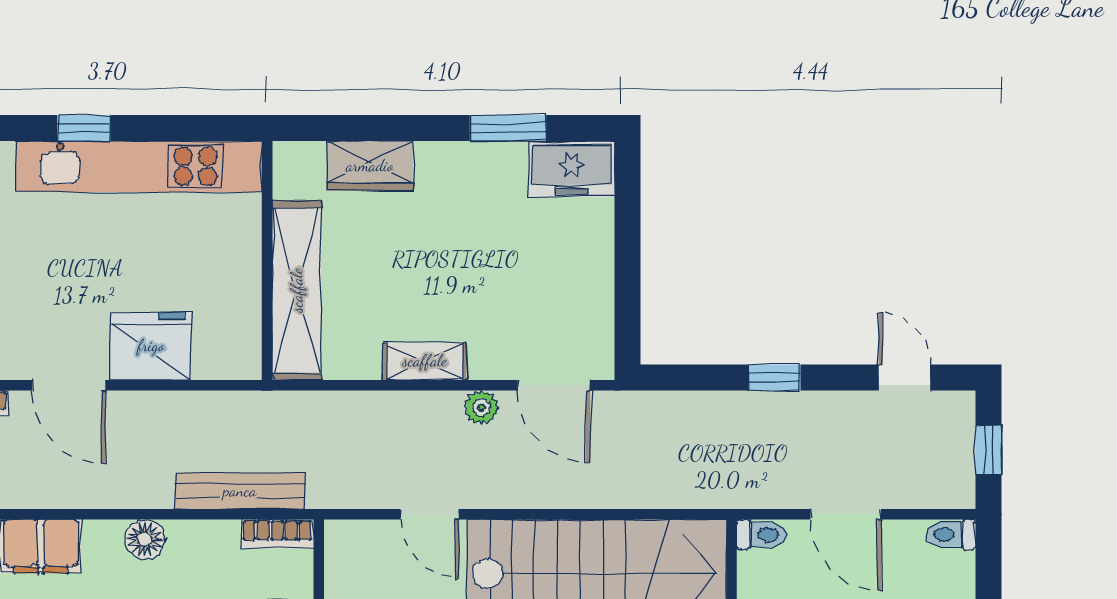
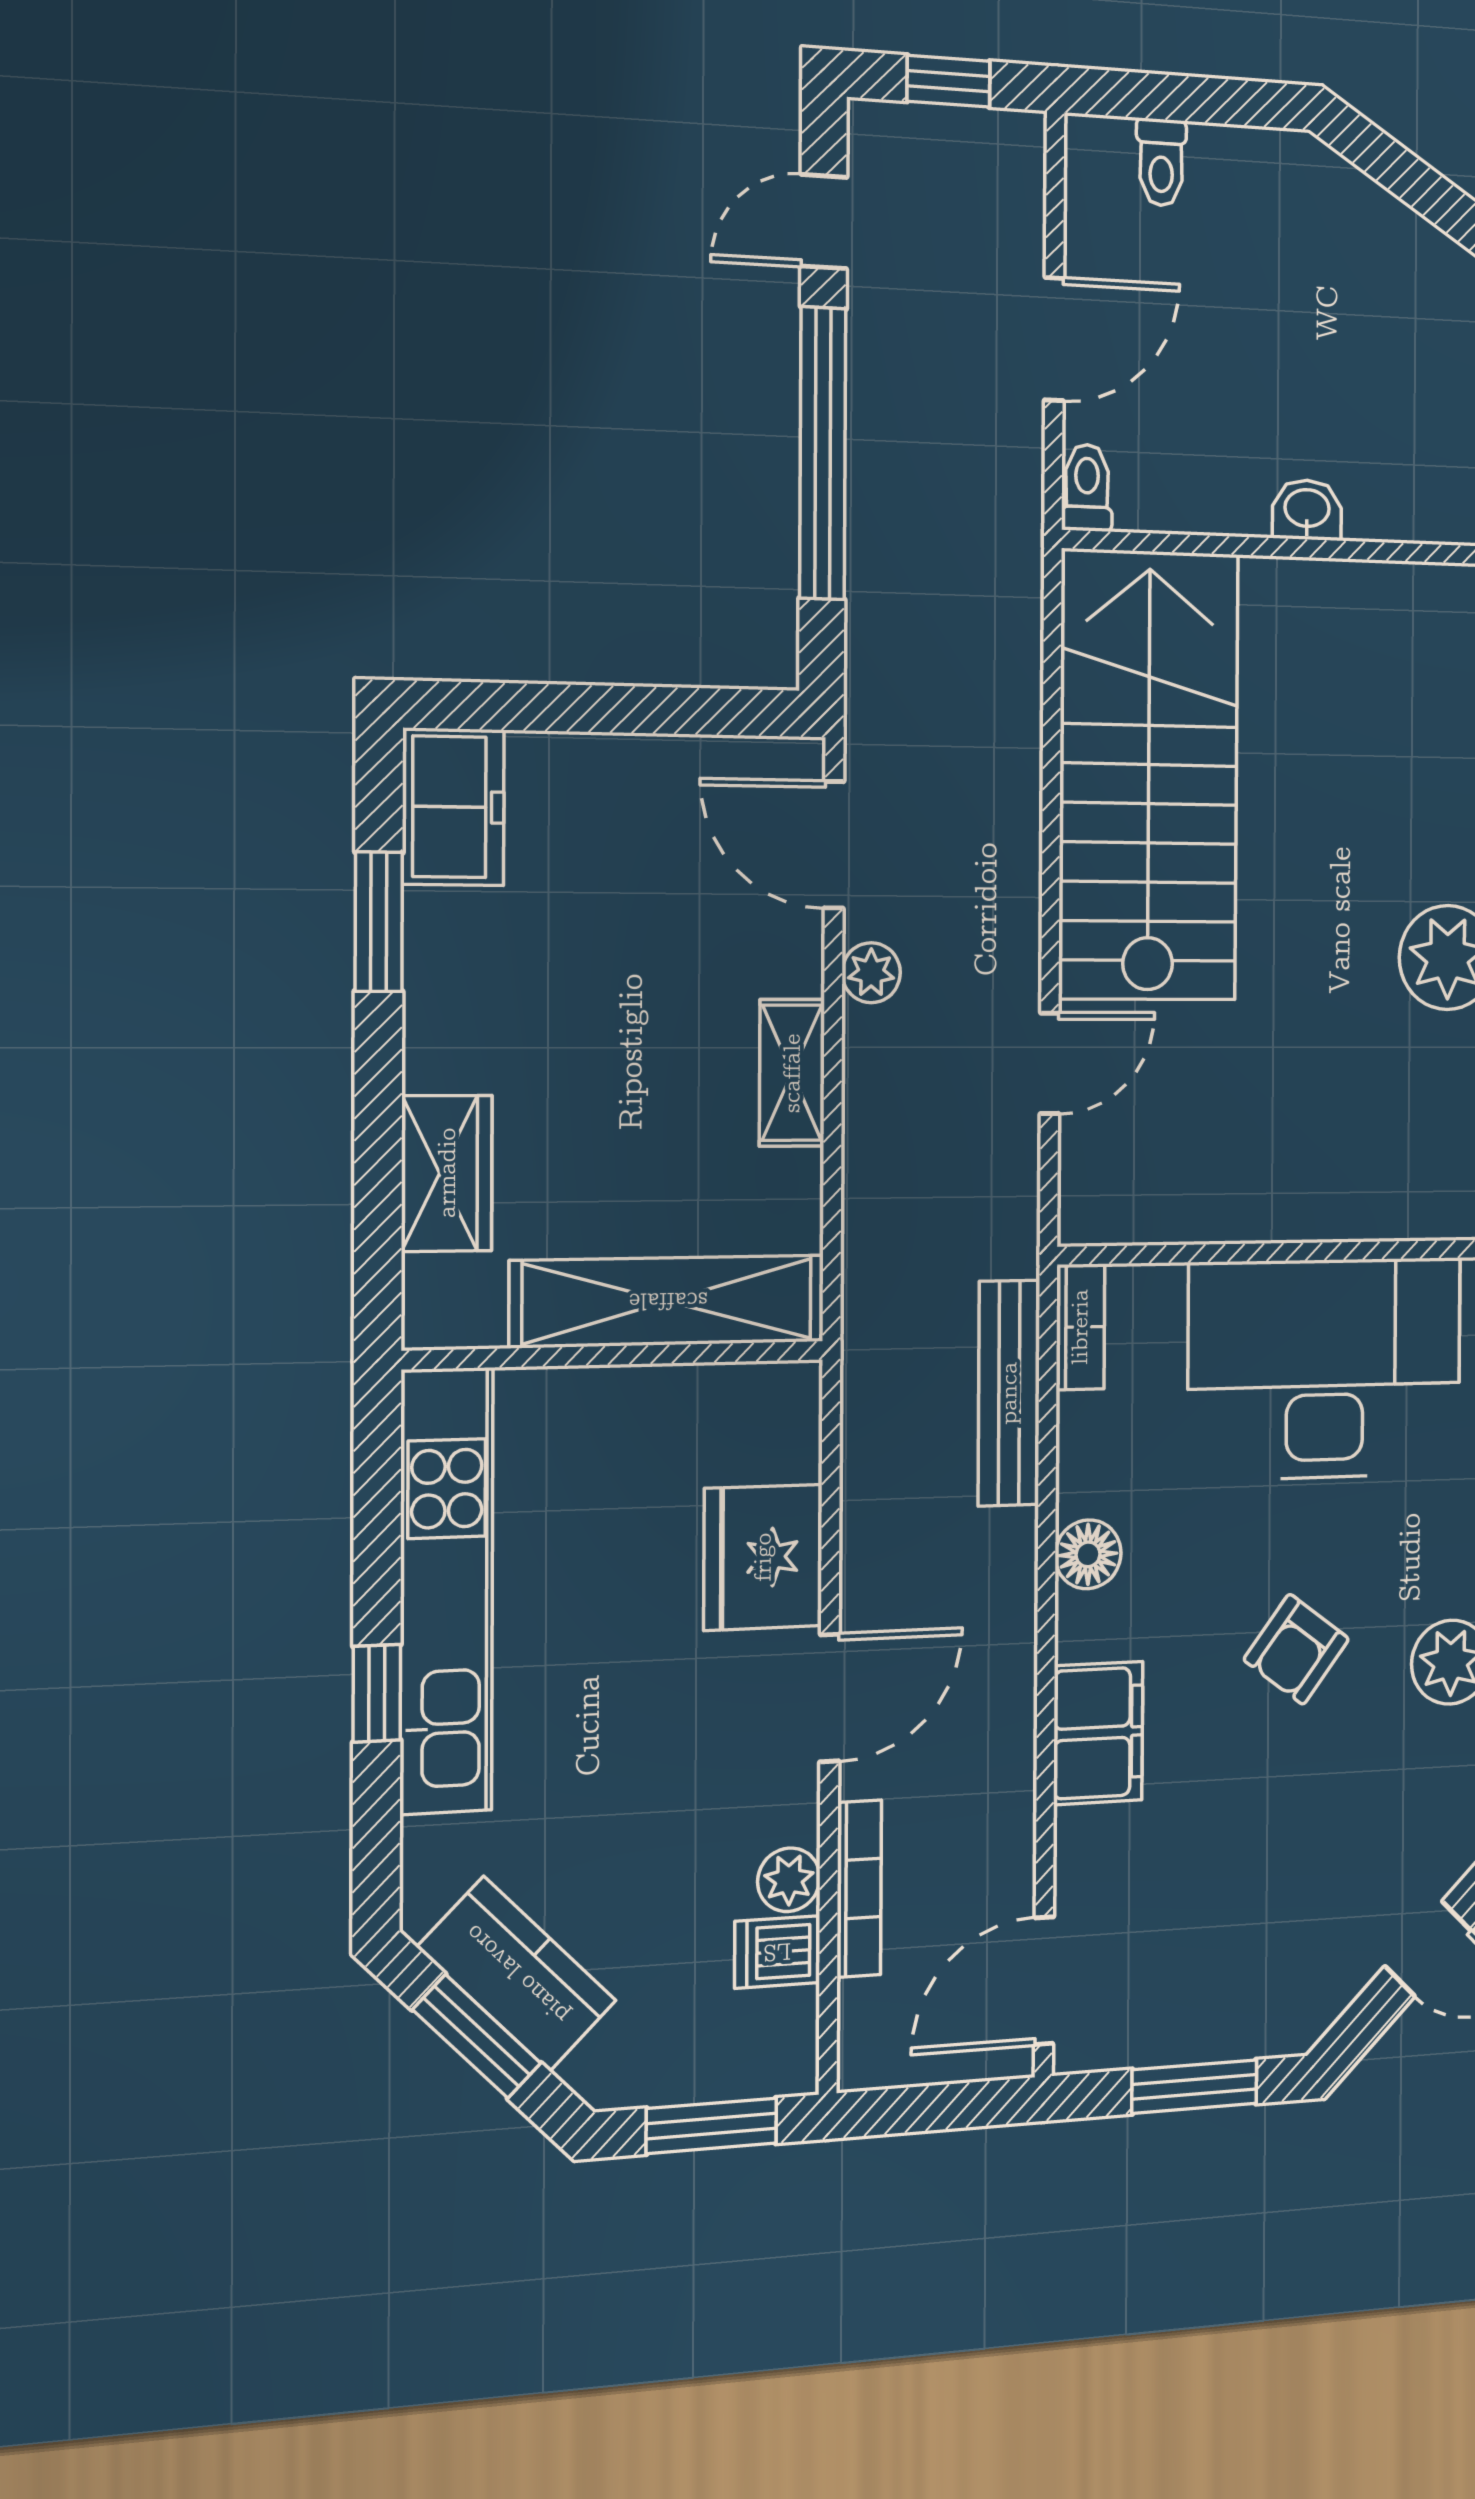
window: (774, 377) -> (823, 453), width x3.17
door: (554, 385) -> (834, 845), swing flipped
toilet: (951, 535) -> (1161, 162), moved

